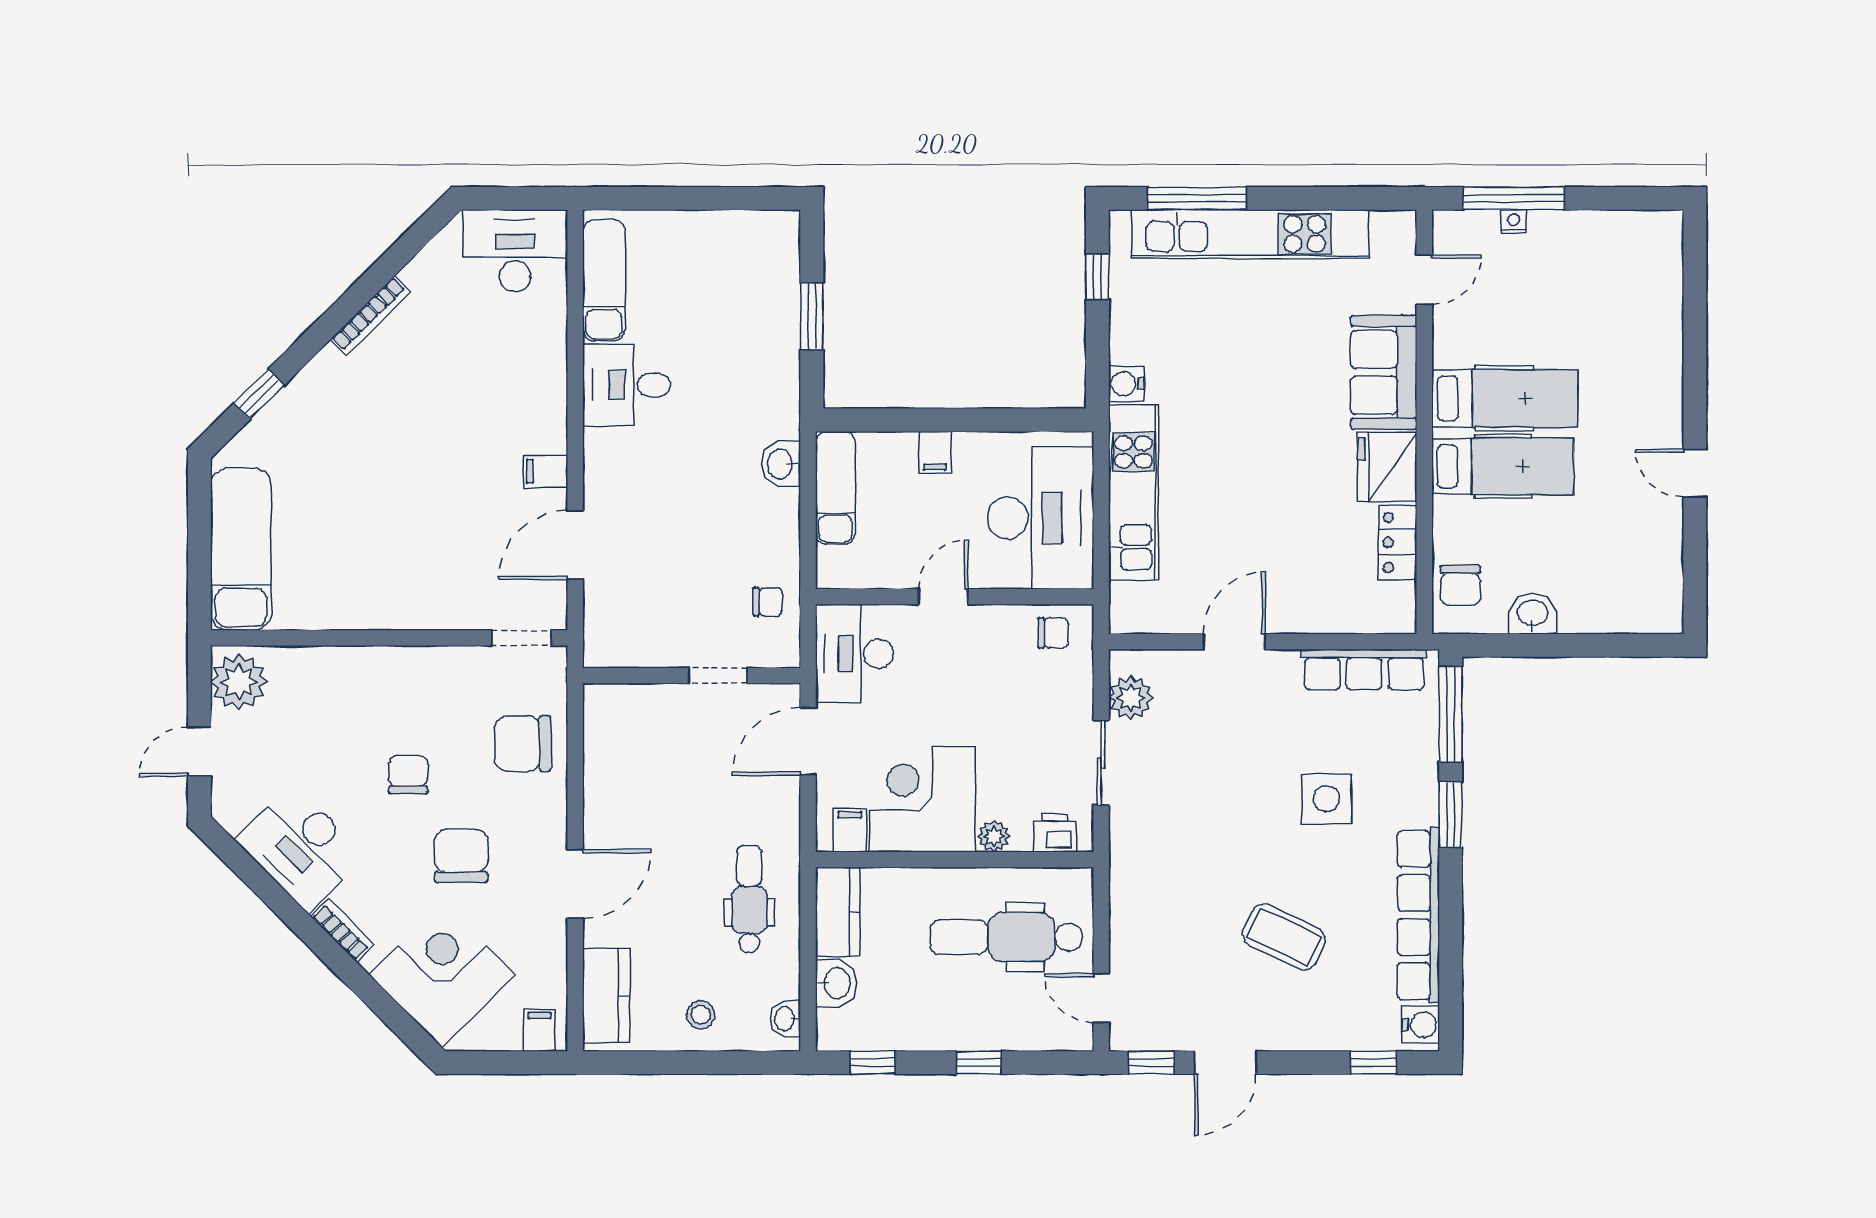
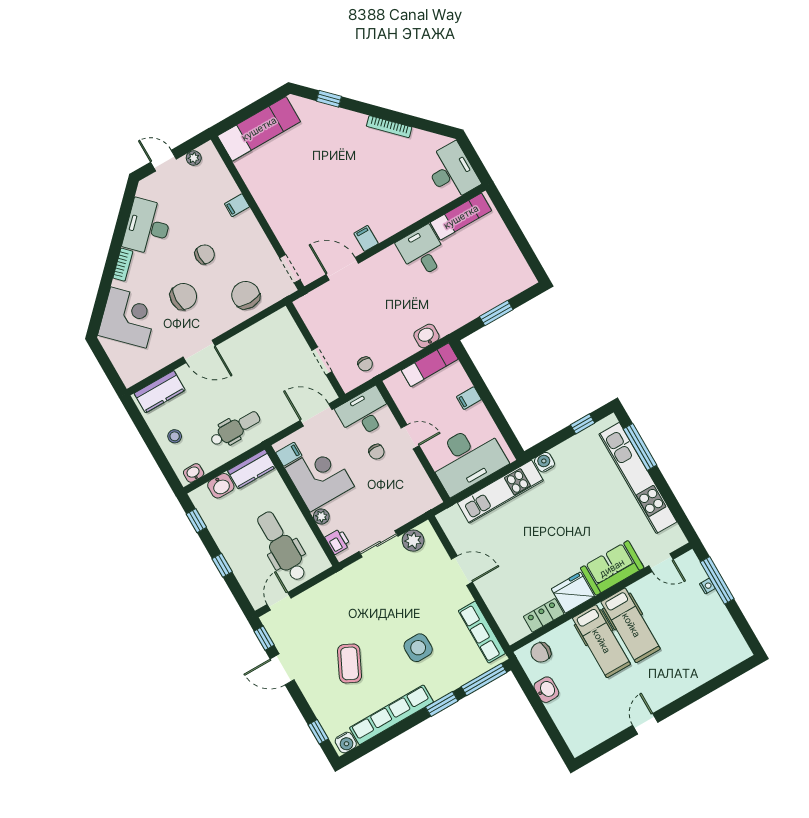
chair: (1053, 633) -> (376, 452), moved
plant: (239, 682) -> (194, 158), width x0.53, depth x0.53
filing cabinet: (540, 1030) -> (237, 205), moved, turned 180

